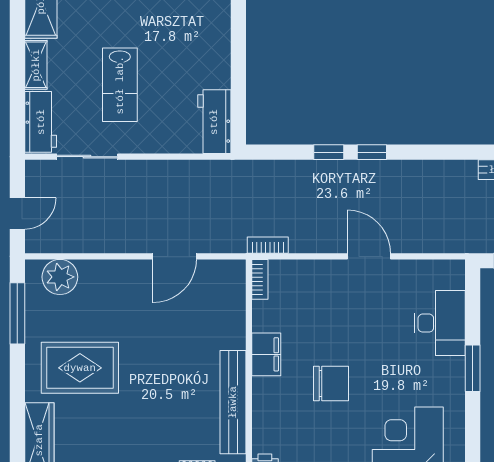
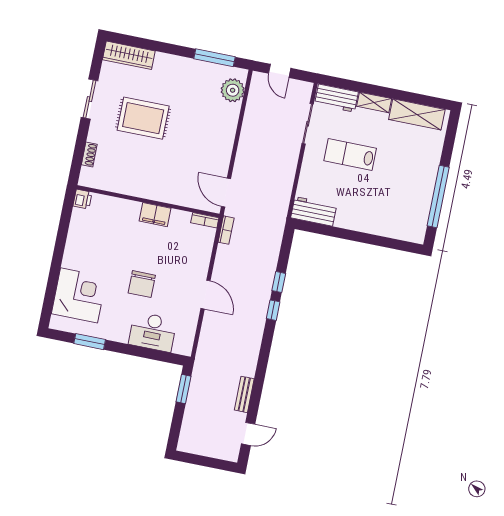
door: (175, 256) -> (226, 193), moved
door: (369, 256) -> (205, 295), hinge flipped
rug: (80, 368) -> (143, 118), moved, turned 90
window: (473, 368) -> (90, 342), moved
chair: (331, 384) -> (142, 284), moved
bench: (233, 402) -> (128, 187), removed

